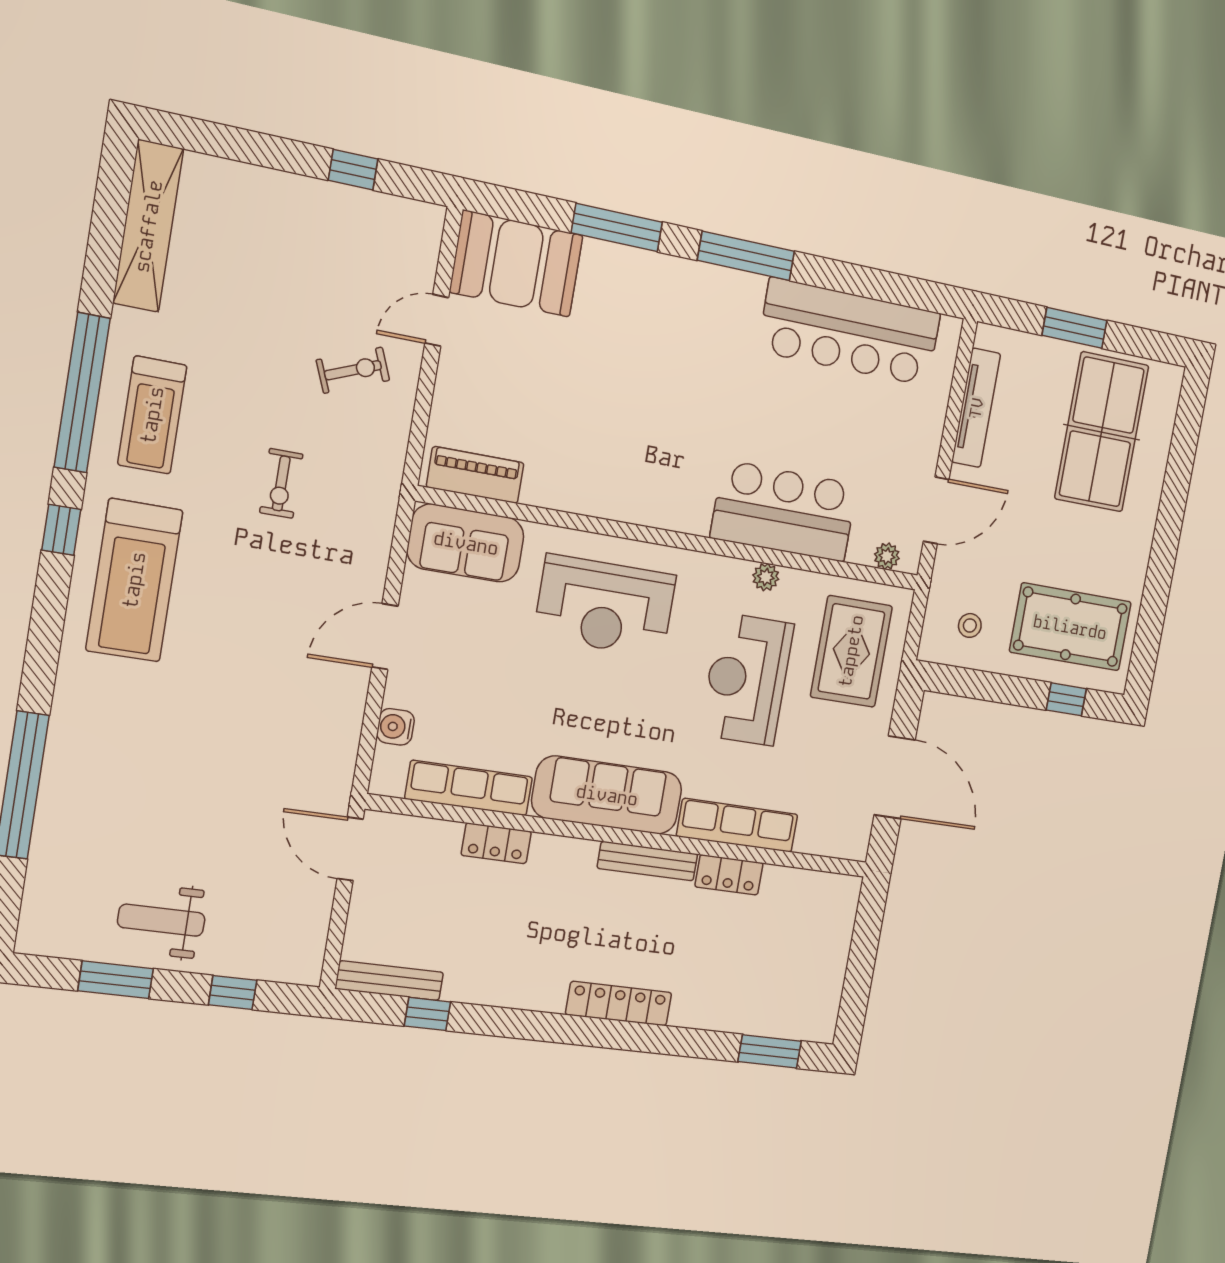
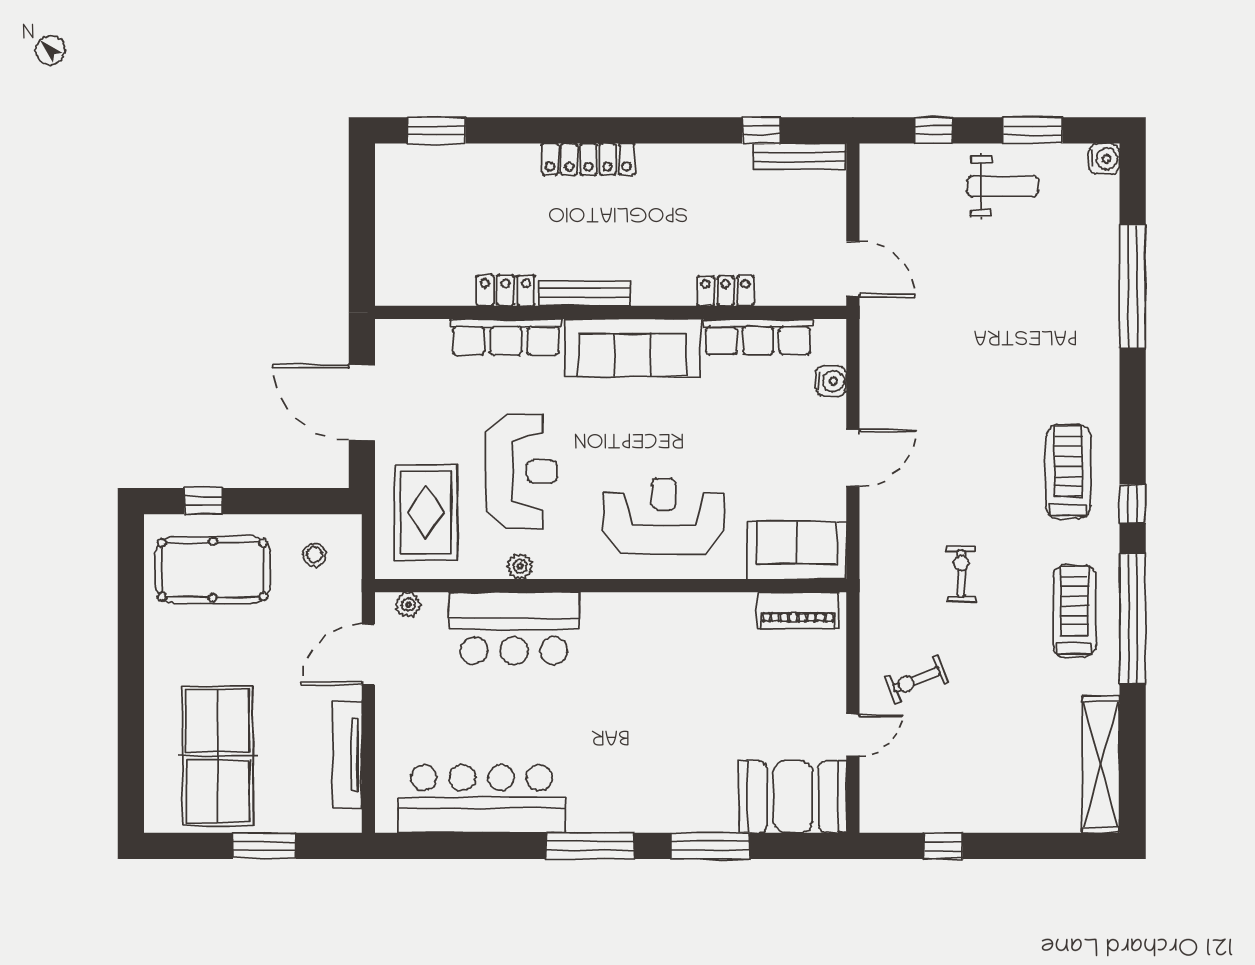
treadmill: (134, 580) -> (1068, 472), width x0.73, depth x0.73
water cooler: (34, 938) -> (1104, 159), added

